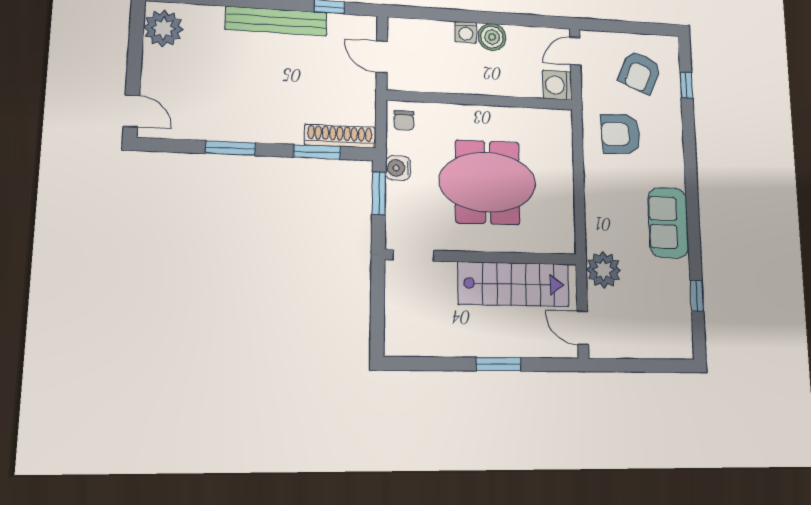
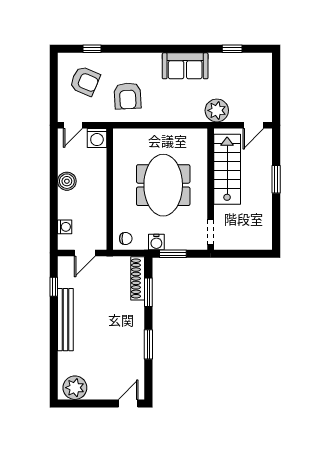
washing machine: (466, 32) -> (65, 227), moved
door: (575, 51) -> (73, 125), hinge flipped

